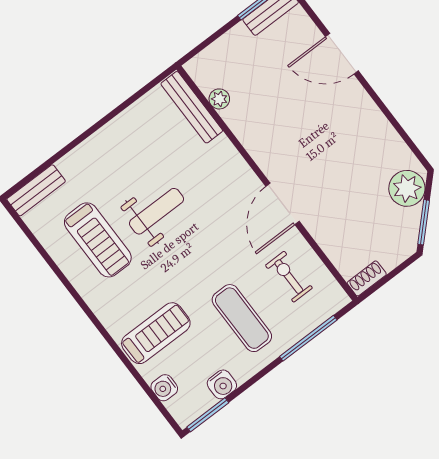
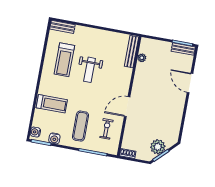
plant: (407, 188) -> (158, 147), moved
weight bench: (156, 211) -> (90, 70), turned 90
water cooler: (164, 388) -> (35, 132), moved

